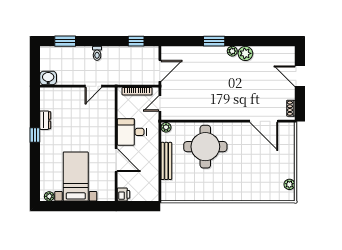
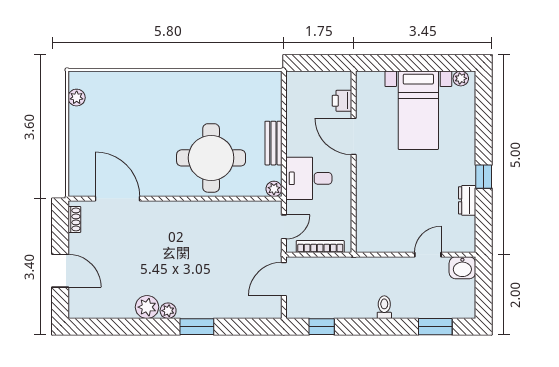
door: (93, 86) -> (428, 255), moved
desk: (132, 132) -> (309, 178), moved, turned 180
bench: (166, 161) -> (273, 143), width x0.73
printer: (123, 194) -> (342, 101), moved

